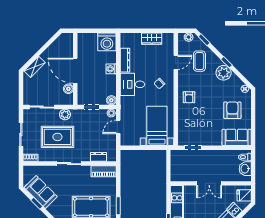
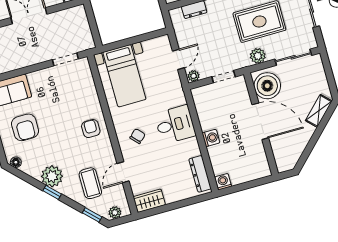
wardrobe: (152, 39) -> (149, 201), moved
washing machine: (107, 42) -> (223, 182), width x0.53, depth x0.53
dresser: (125, 60) -> (200, 174), moved
boiler: (68, 89) -> (267, 86), width x1.86, depth x1.86
boiler: (111, 100) -> (198, 94), removed

